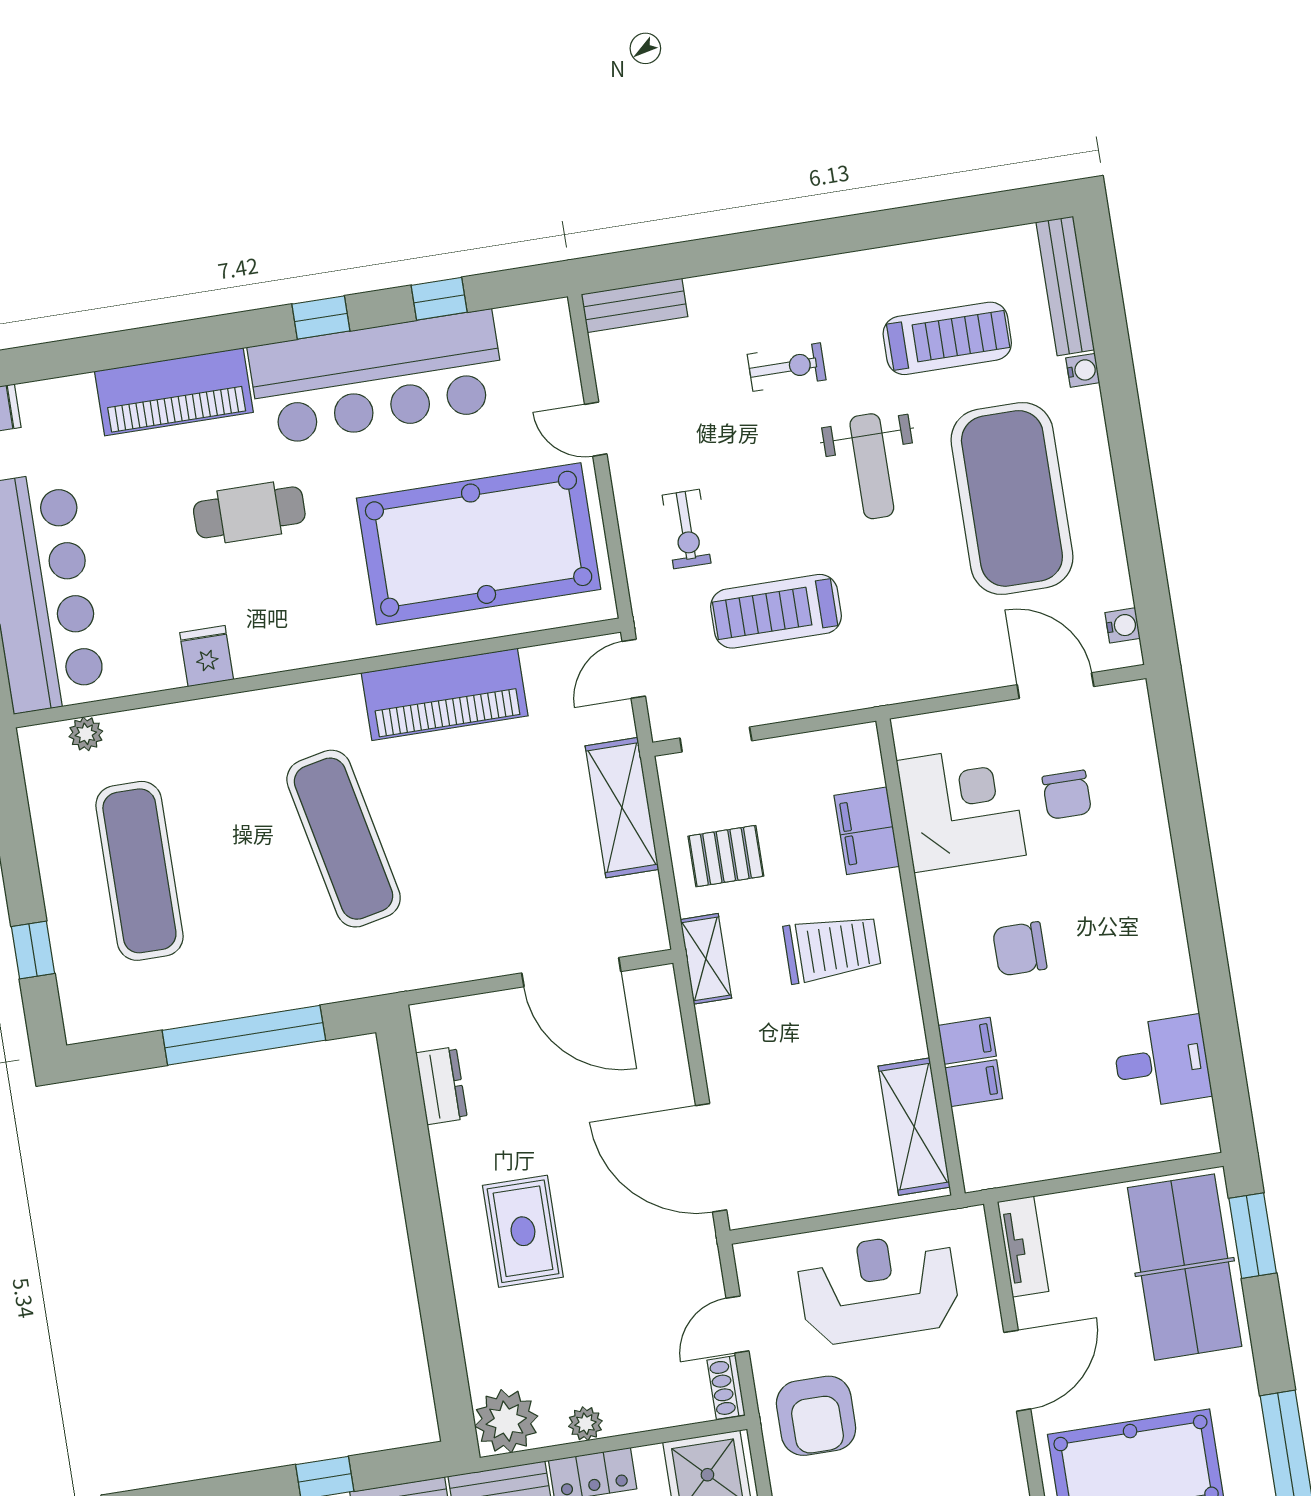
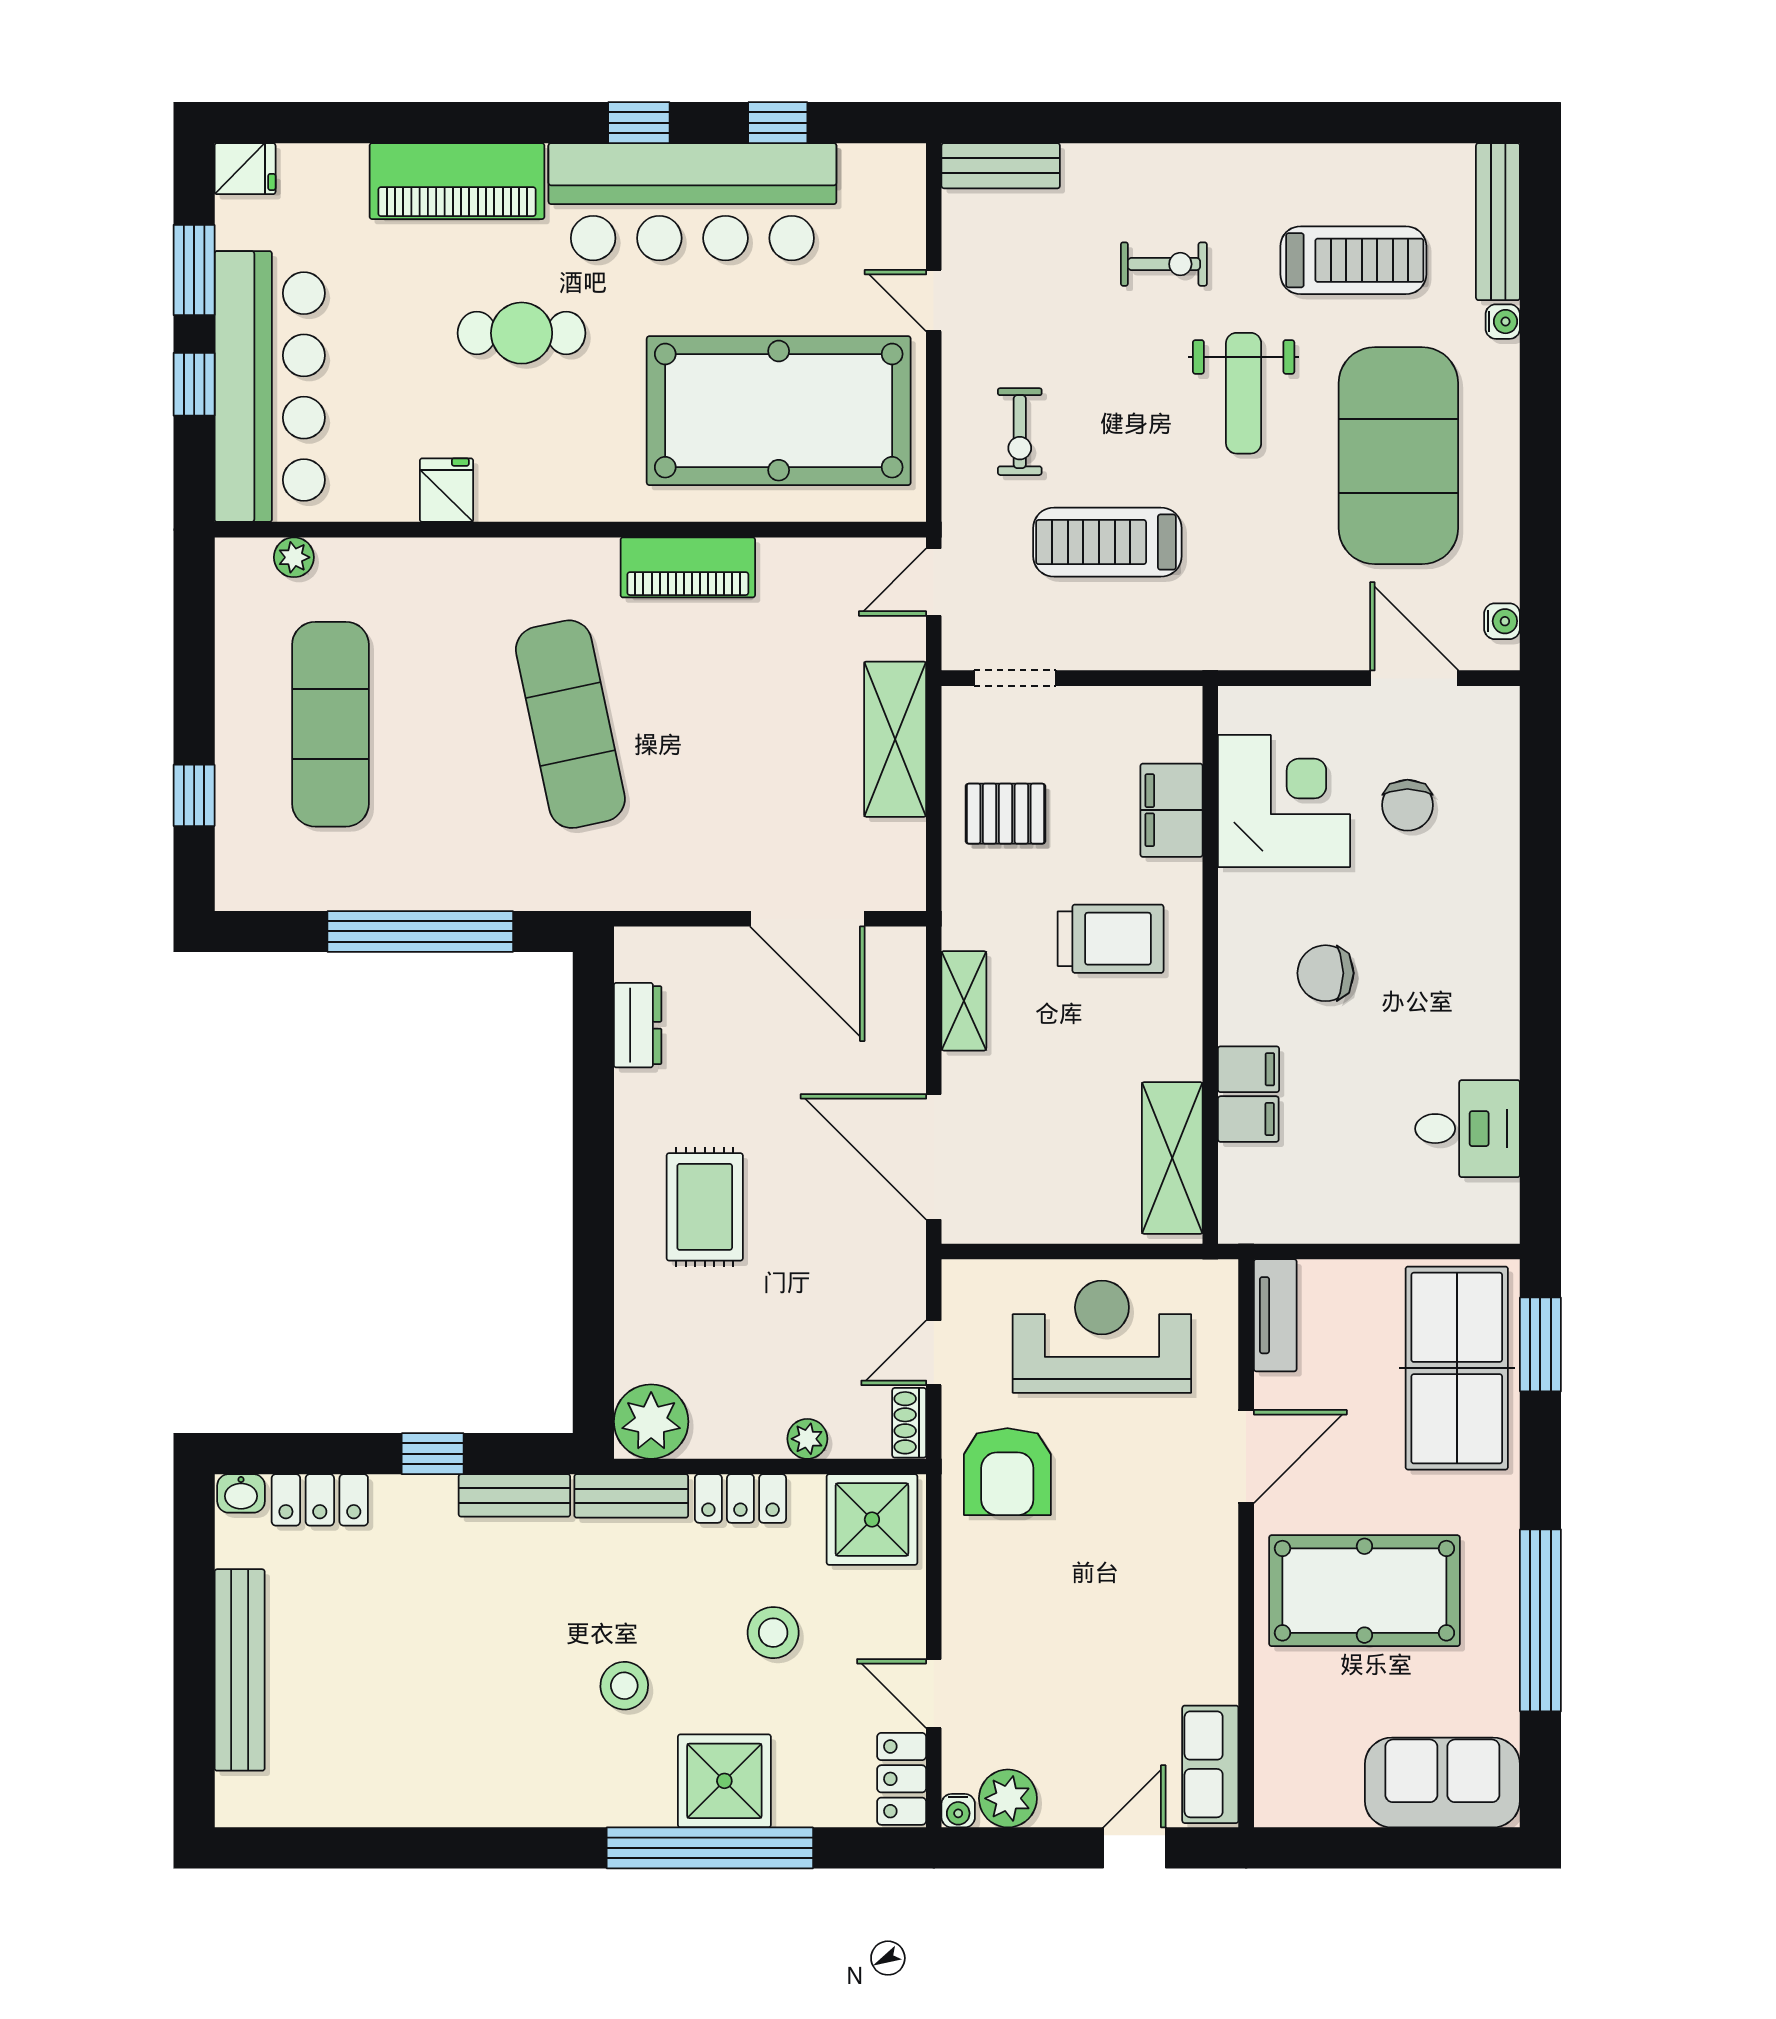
piano: (445, 694) -> (688, 567), width x0.73, depth x0.75
shelving: (706, 959) -> (964, 1001), moved
plant: (585, 1424) -> (807, 1439), moved

